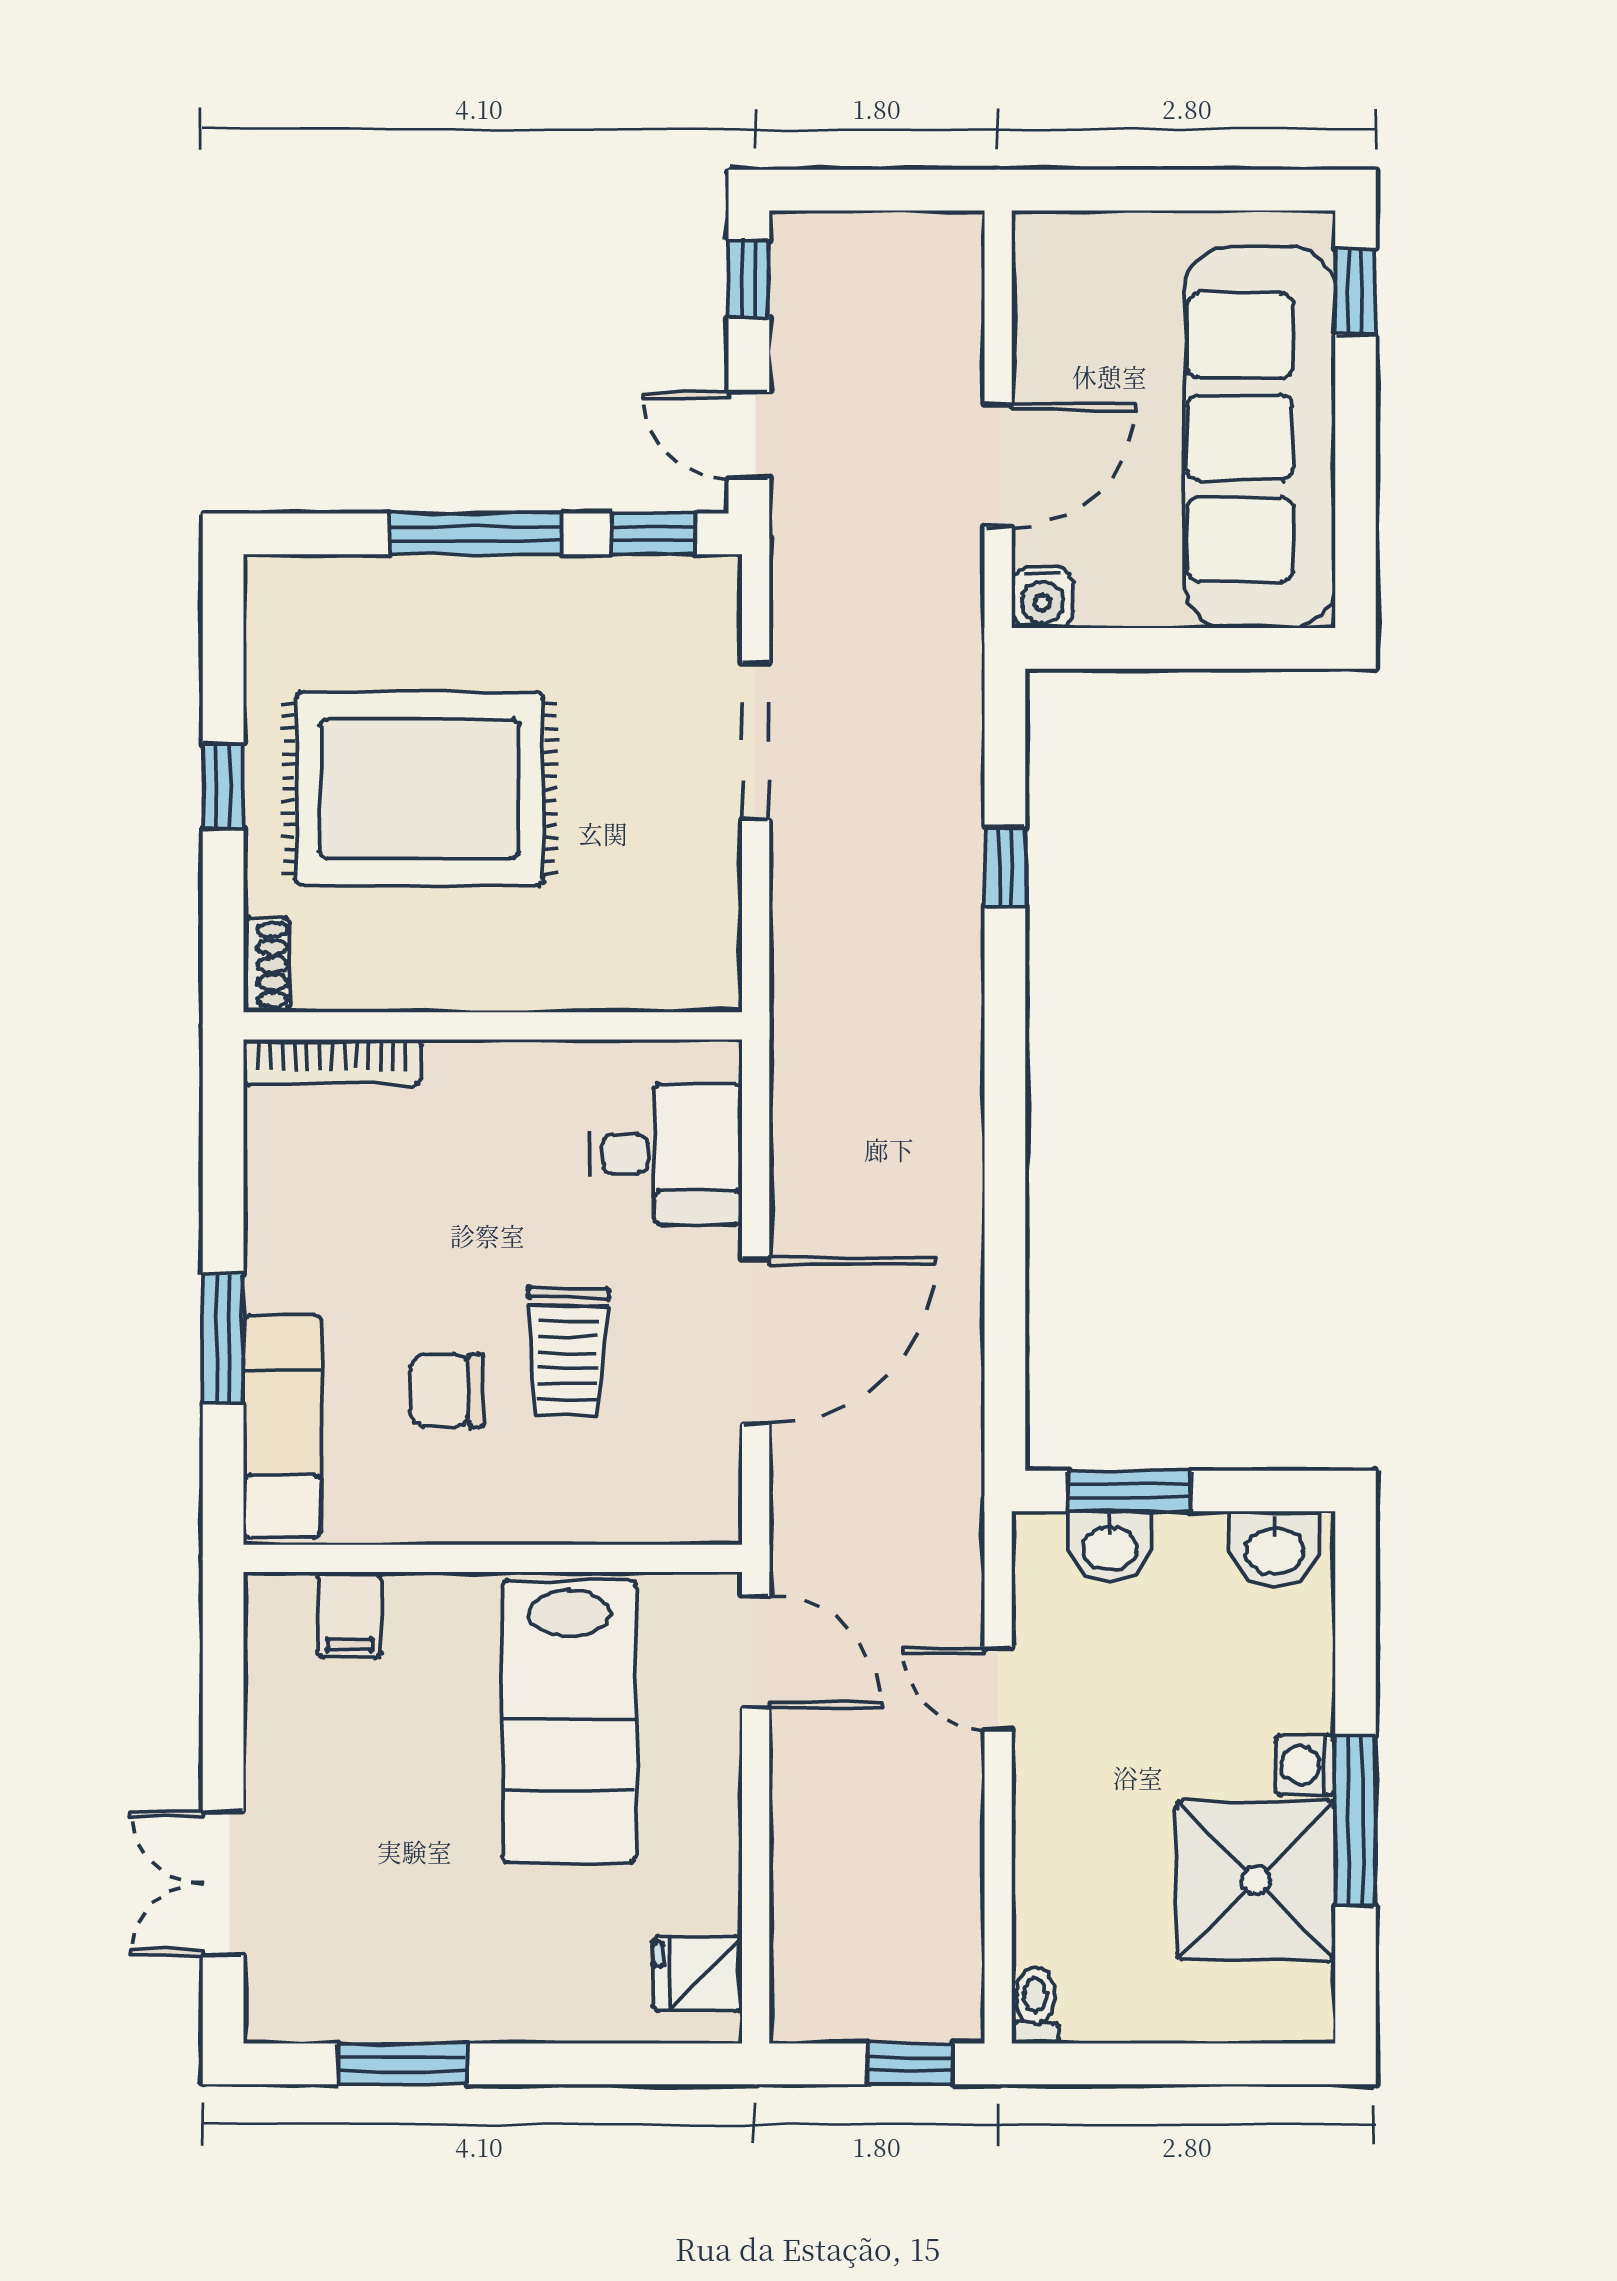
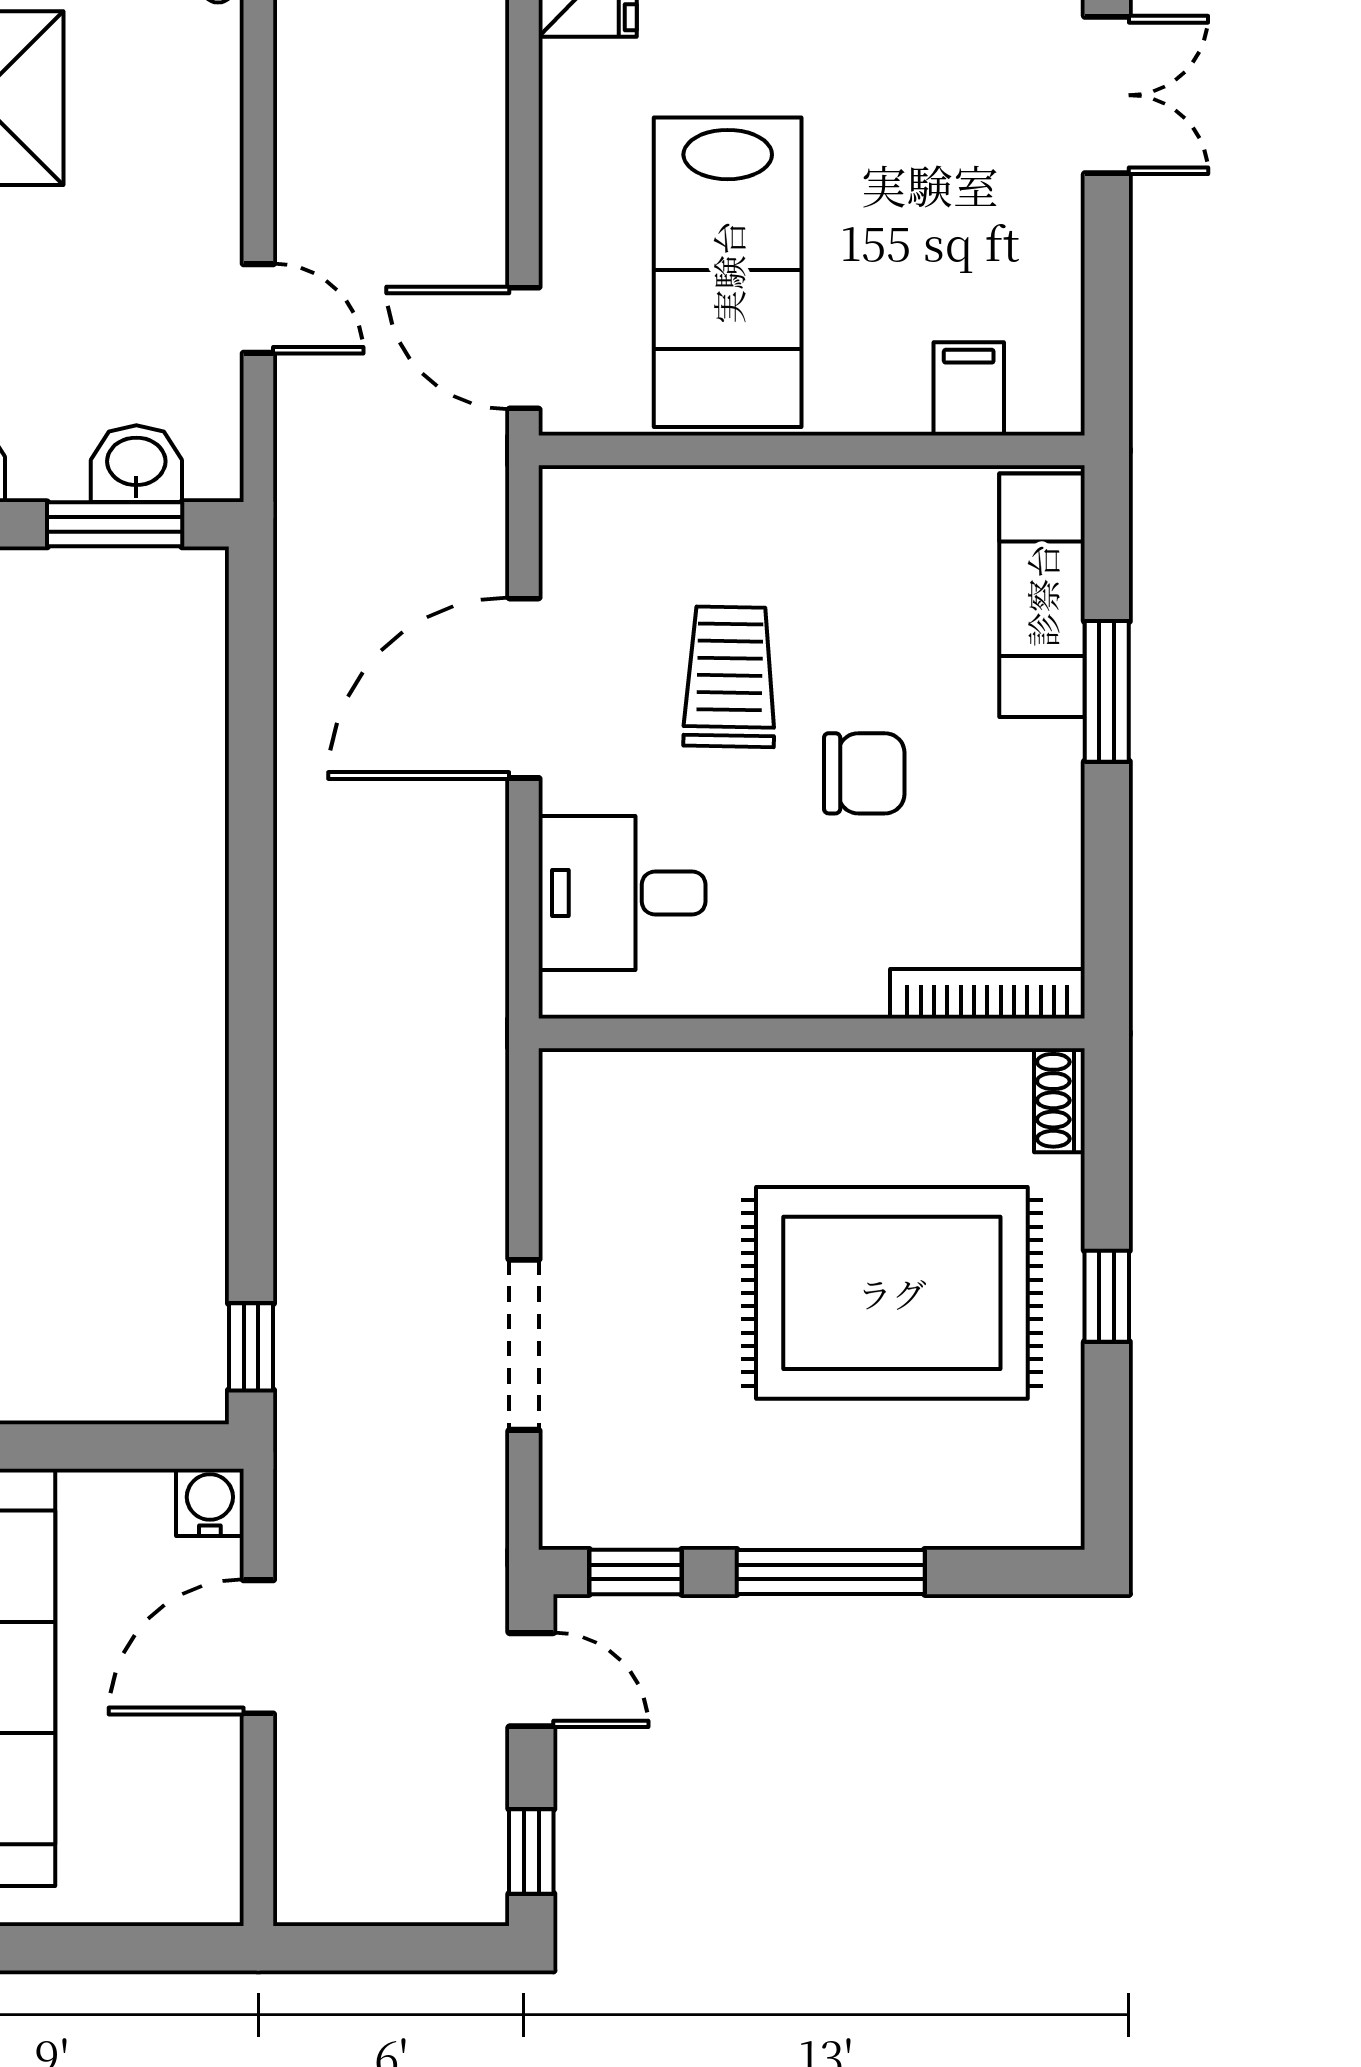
window: (1005, 867) -> (251, 1347), moved
chair: (447, 1390) -> (864, 773), moved
lab bench: (569, 1721) -> (728, 272), turned 180

